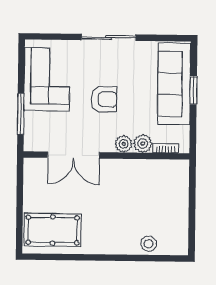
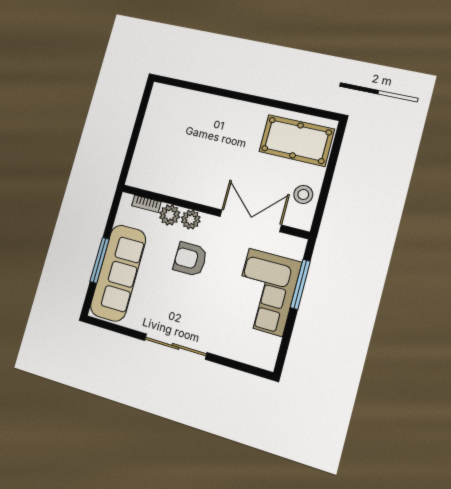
corner sofa: (47, 79) -> (266, 292), moved
window: (193, 90) -> (100, 260), width x1.44
armchair: (104, 99) -> (190, 259), moved
stool: (149, 244) -> (303, 194), moved

